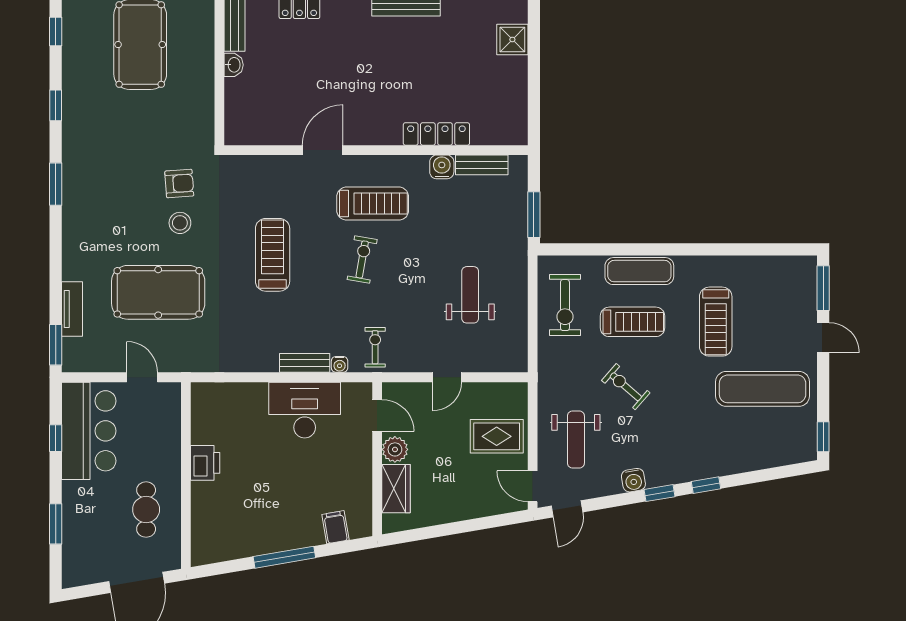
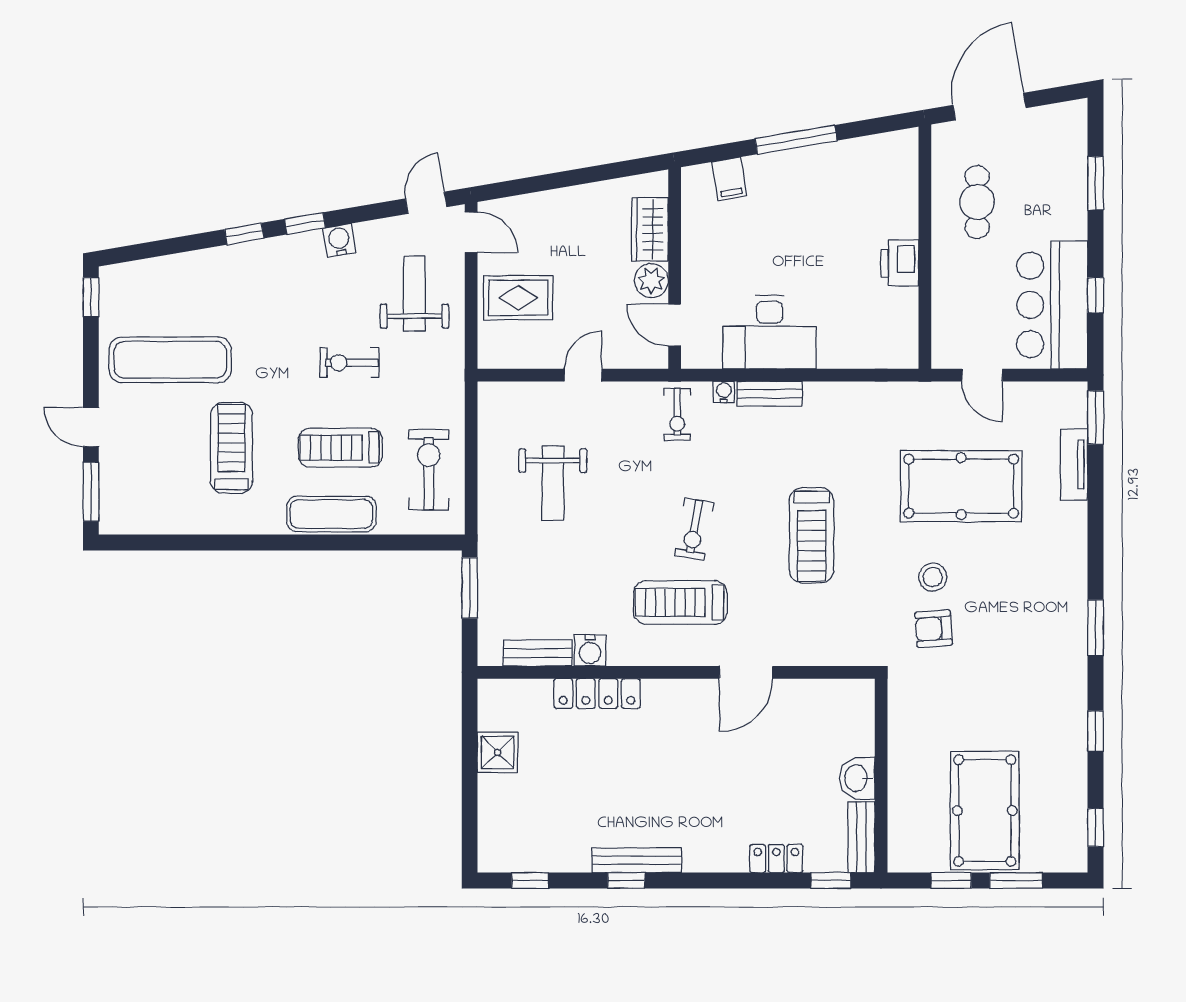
shower: (512, 39) -> (498, 752), moved
washbasin: (234, 65) -> (857, 778), width x1.38, depth x1.45
exercise bike: (626, 387) -> (349, 363), turned 139

